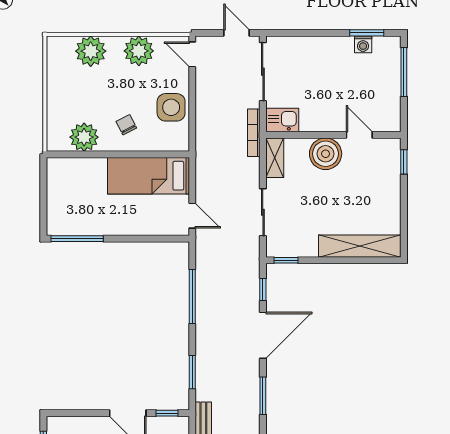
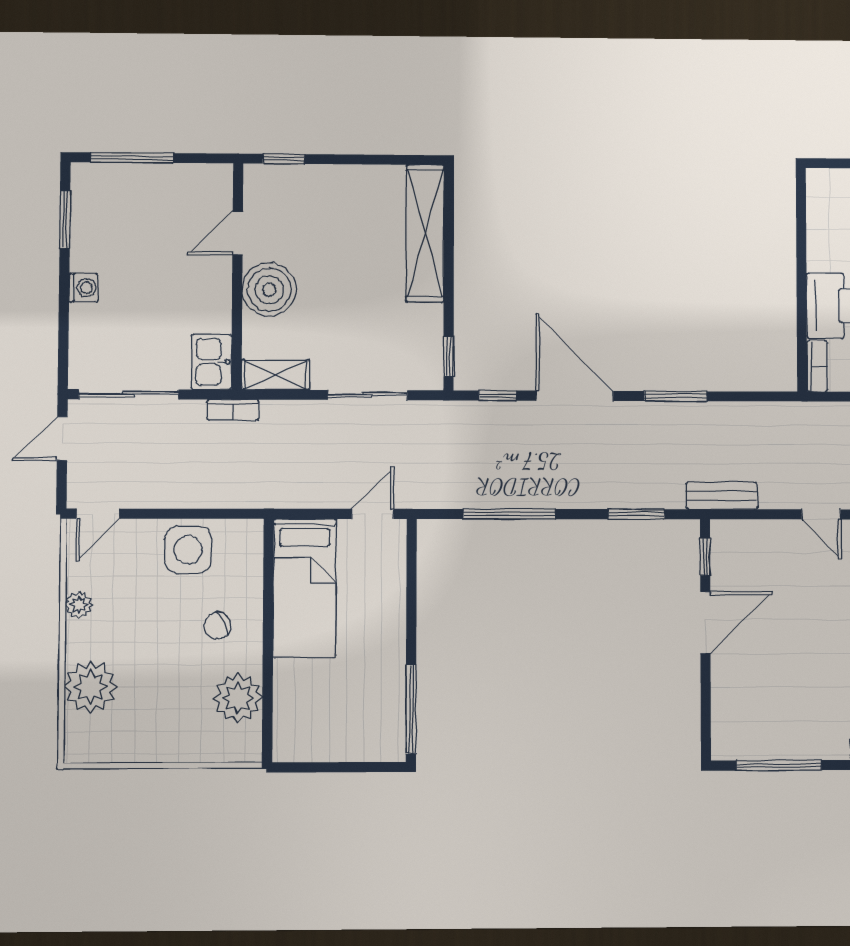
washing machine: (363, 44) -> (84, 288), moved
plant: (139, 51) -> (79, 605), width x0.53, depth x0.53
bookcase: (254, 133) -> (233, 410), width x0.64

